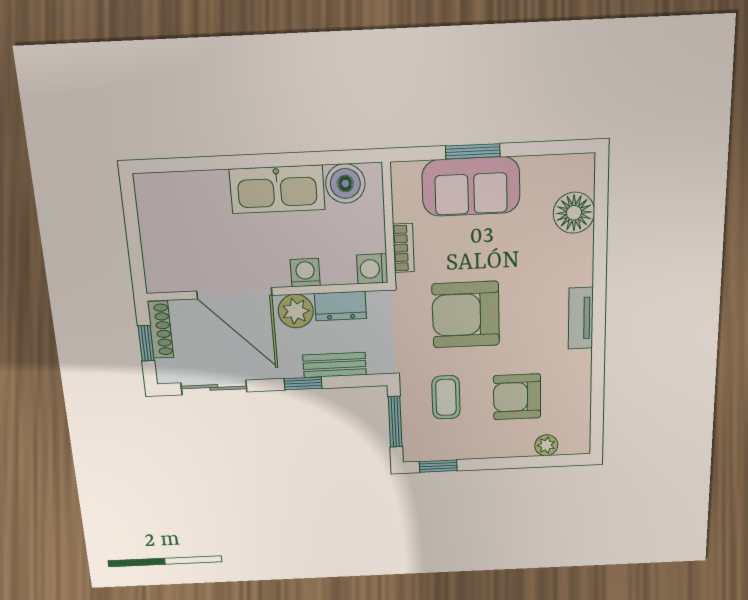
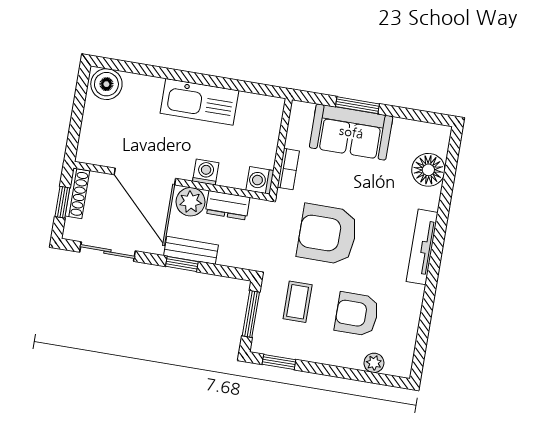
boiler: (345, 184) -> (106, 84), moved
tv unit: (581, 318) -> (422, 247), width x1.41
bench: (335, 365) -> (191, 250), moved

